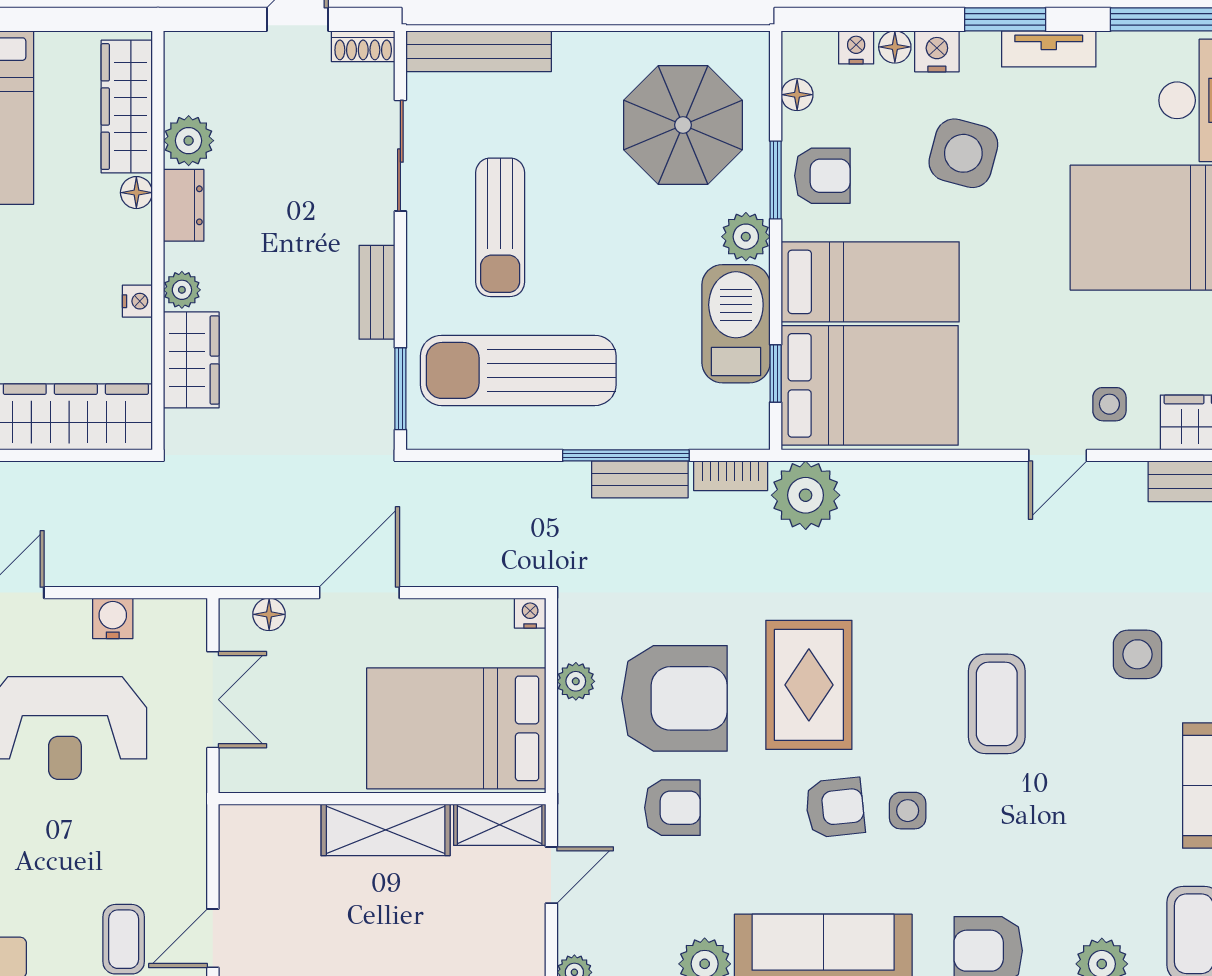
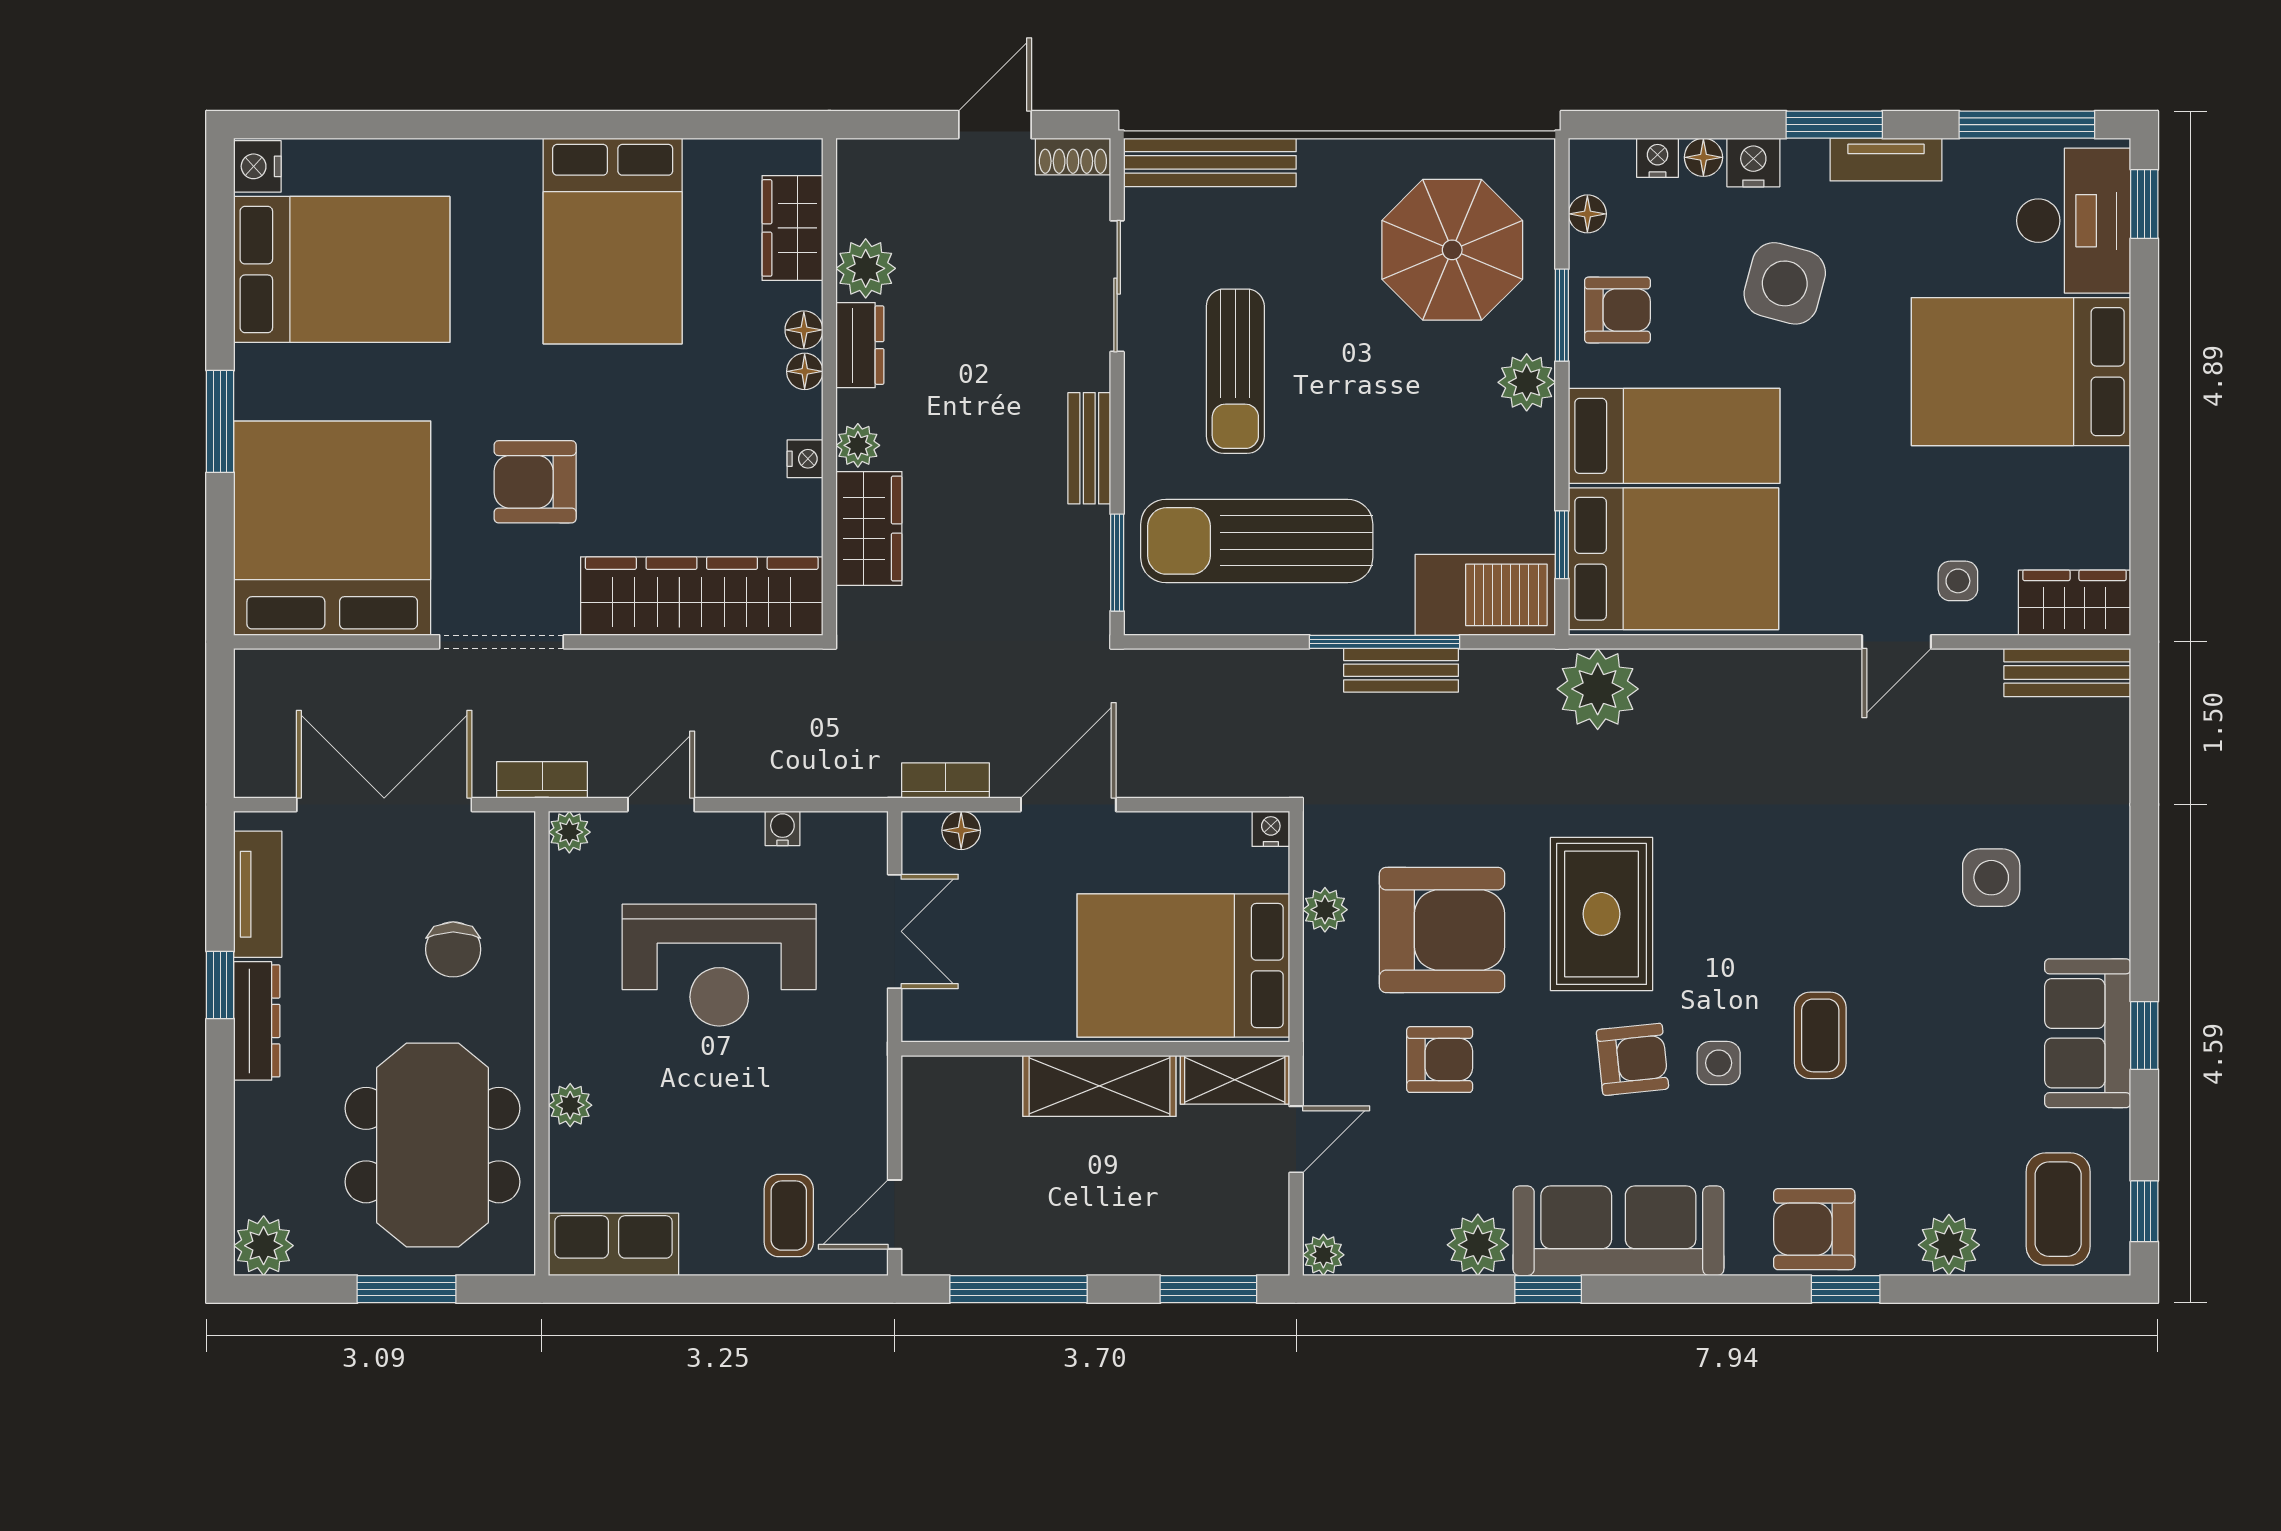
wardrobe: (127, 107) -> (792, 228), width x0.67
floor lamp: (137, 227) -> (805, 371), added
barbecue: (736, 324) -> (1485, 595), moved, turned 90
bookcase: (731, 476) -> (946, 780), moved, turned 180
water cooler: (113, 618) -> (782, 828), width x0.72, depth x0.72
coffee table: (997, 704) -> (1820, 1035), moved, width x0.73, depth x0.77

